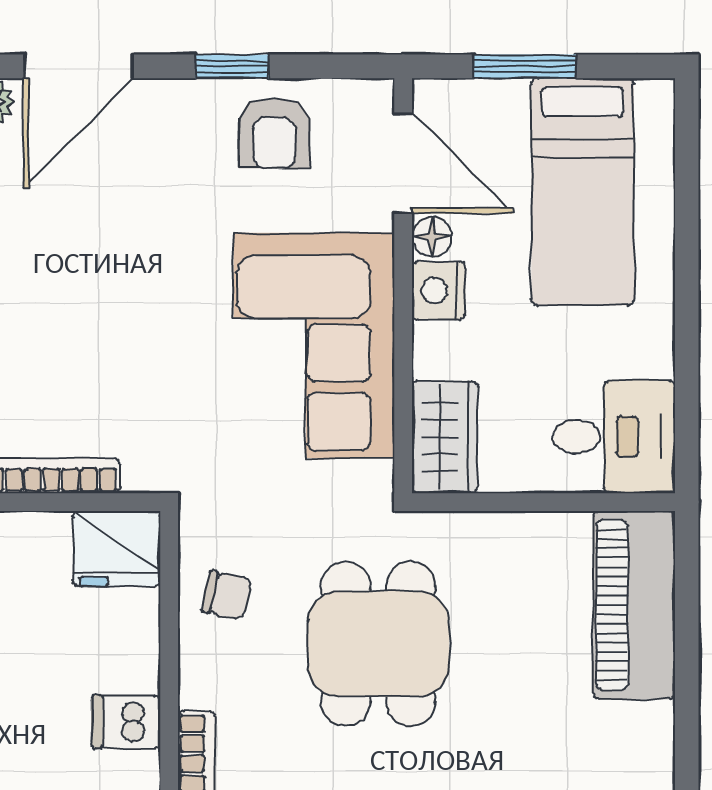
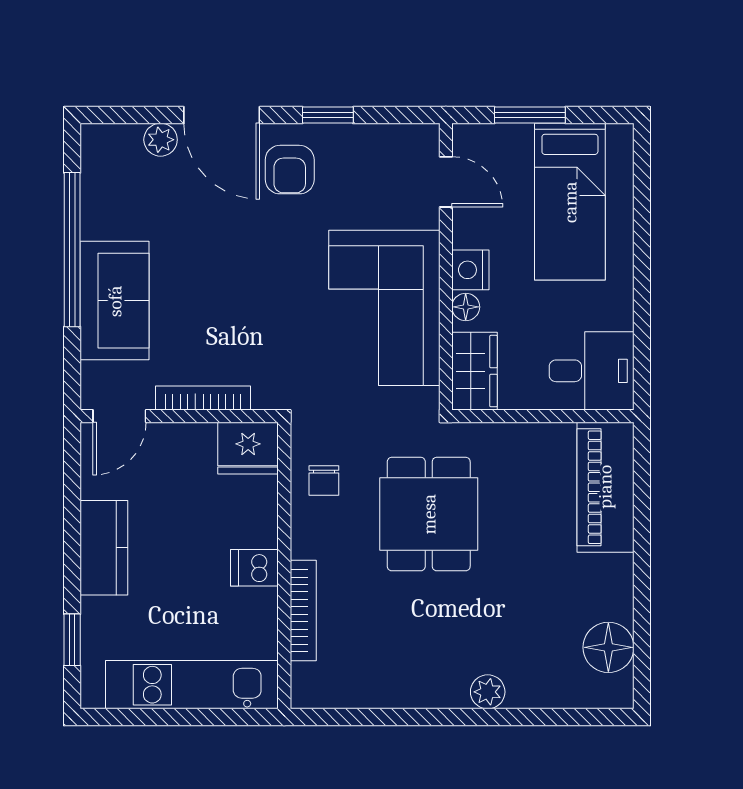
door: (79, 66) -> (222, 115), hinge flipped
armchair: (274, 133) -> (290, 170), moved
door: (403, 163) -> (446, 182), width x0.73
floor lamp: (432, 237) -> (466, 307), moved
chair: (227, 595) -> (324, 481), turned 78

